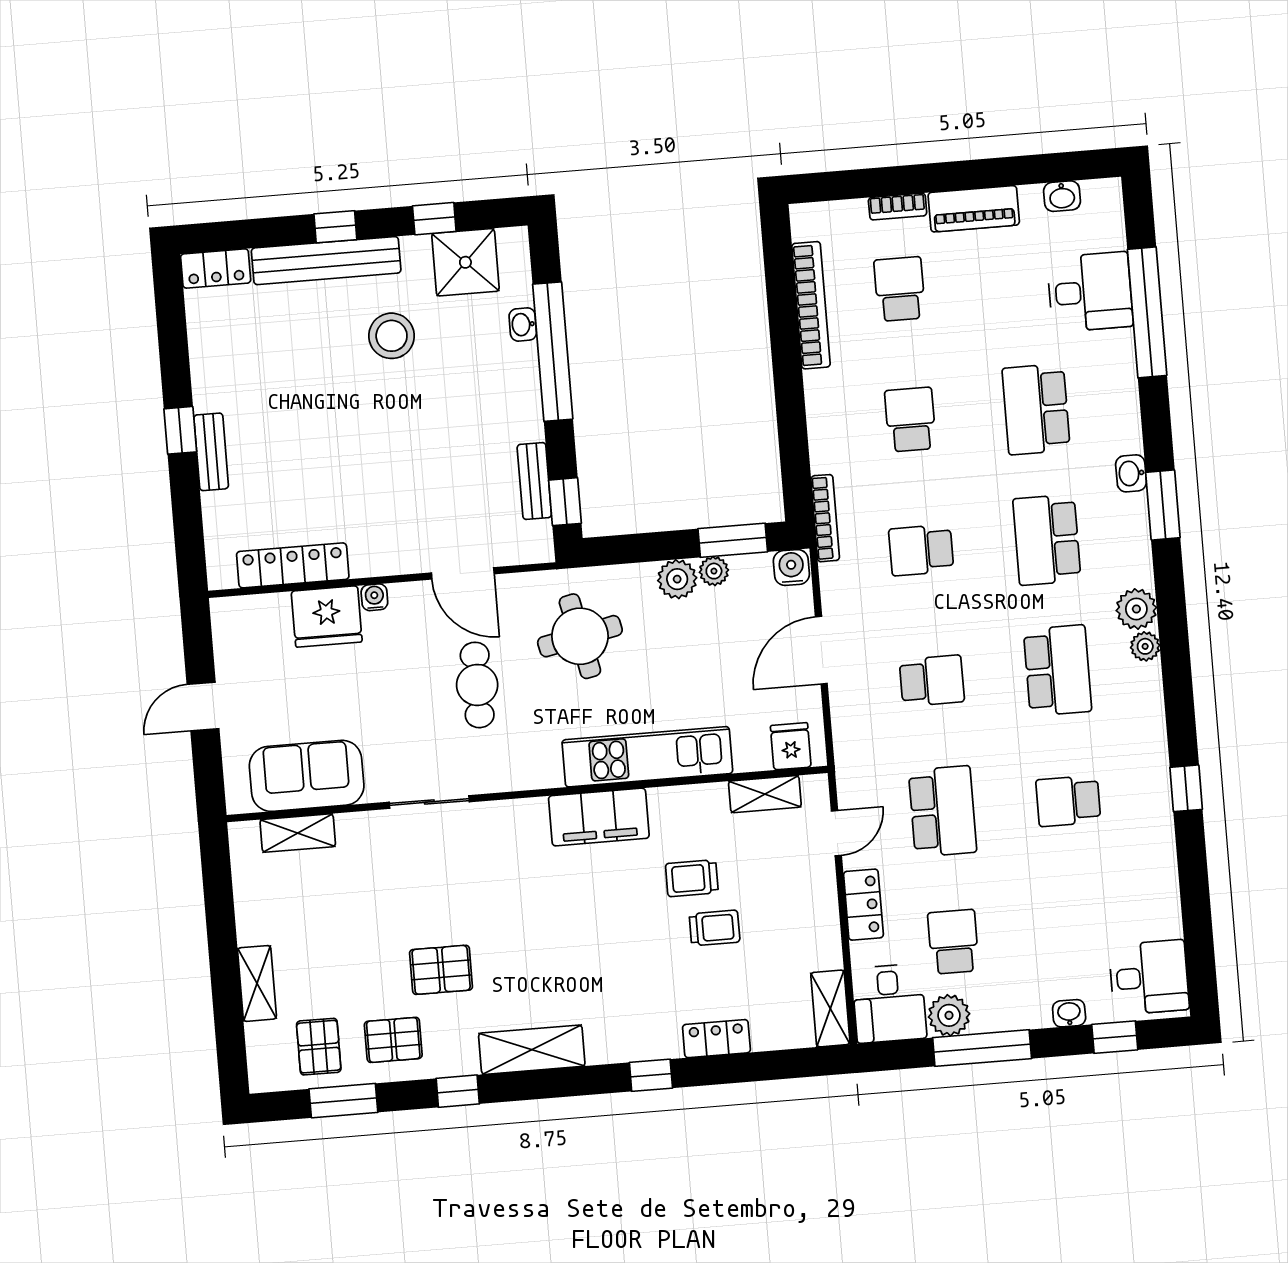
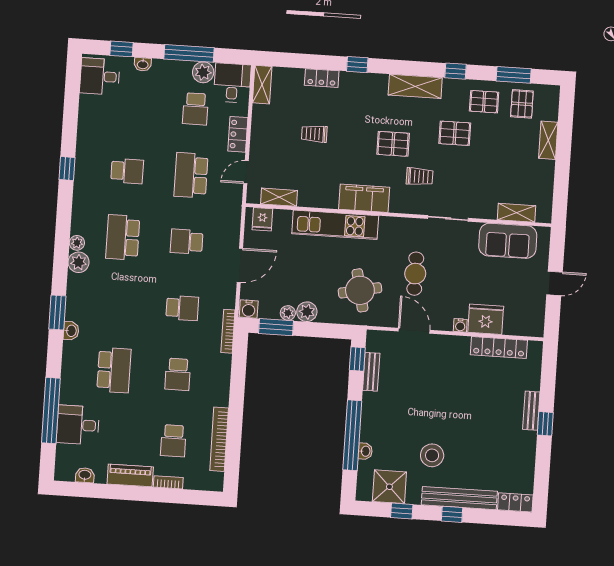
school desk: (1047, 540) -> (118, 304), removed
trolley: (692, 878) -> (420, 177), moved
pallet: (558, 931) -> (393, 144), added

